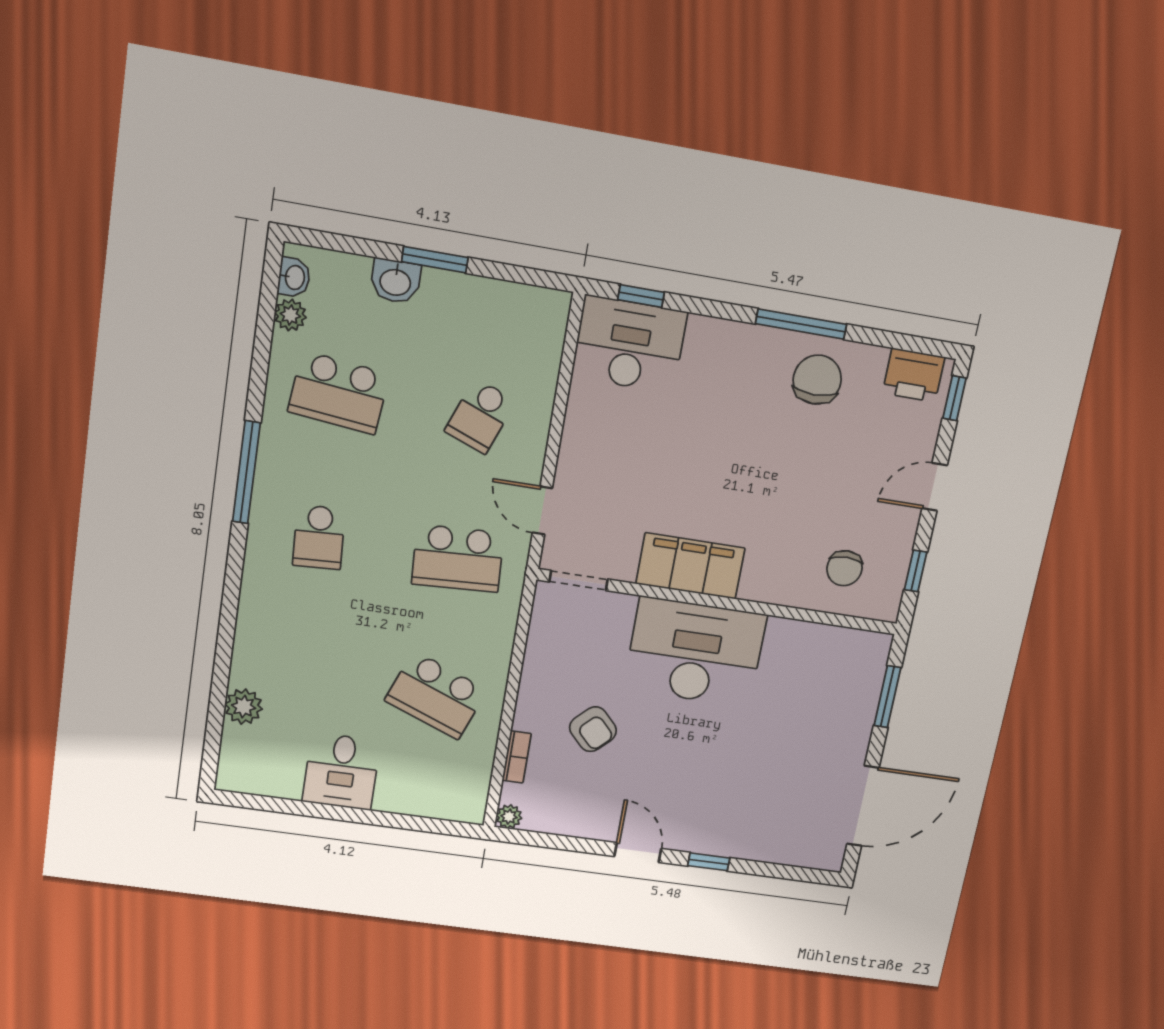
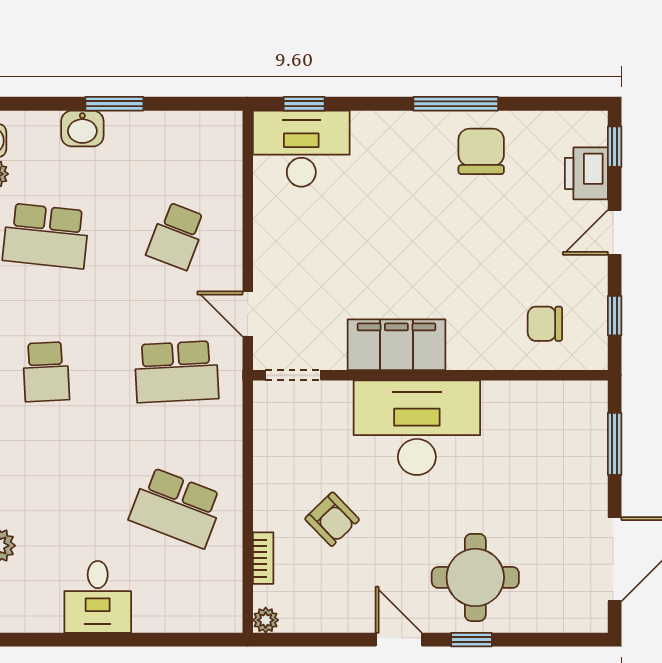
printer: (914, 375) -> (586, 173), moved, turned 90
chair: (844, 568) -> (545, 324), turned 90
round table: (724, 804) -> (475, 577), added

